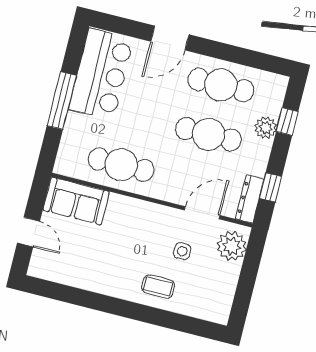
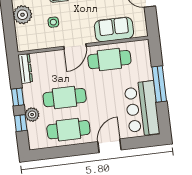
window: (271, 187) -> (18, 97), moved
sofa: (76, 201) -> (114, 29), moved
door: (202, 213) -> (75, 47), moved
plant: (232, 246) -> (22, 15), moved

